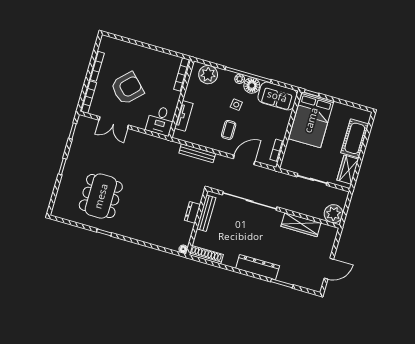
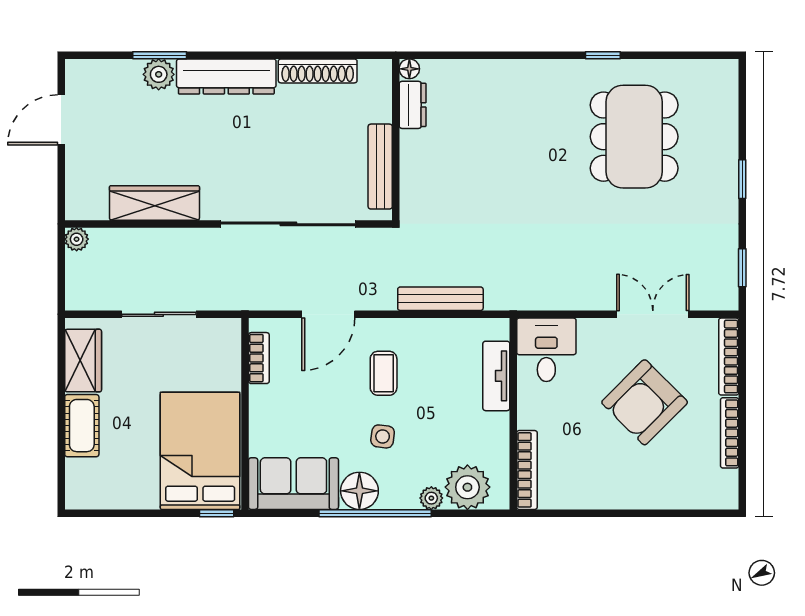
plant: (240, 79) -> (431, 498), moved
cot: (355, 138) -> (82, 426), width x0.73, depth x0.75
dresser: (192, 212) -> (413, 105), moved
plant: (333, 214) -> (77, 239), width x0.53, depth x0.53
shoe rack: (206, 255) -> (318, 71), moved
plant: (284, 276) -> (159, 74), added

